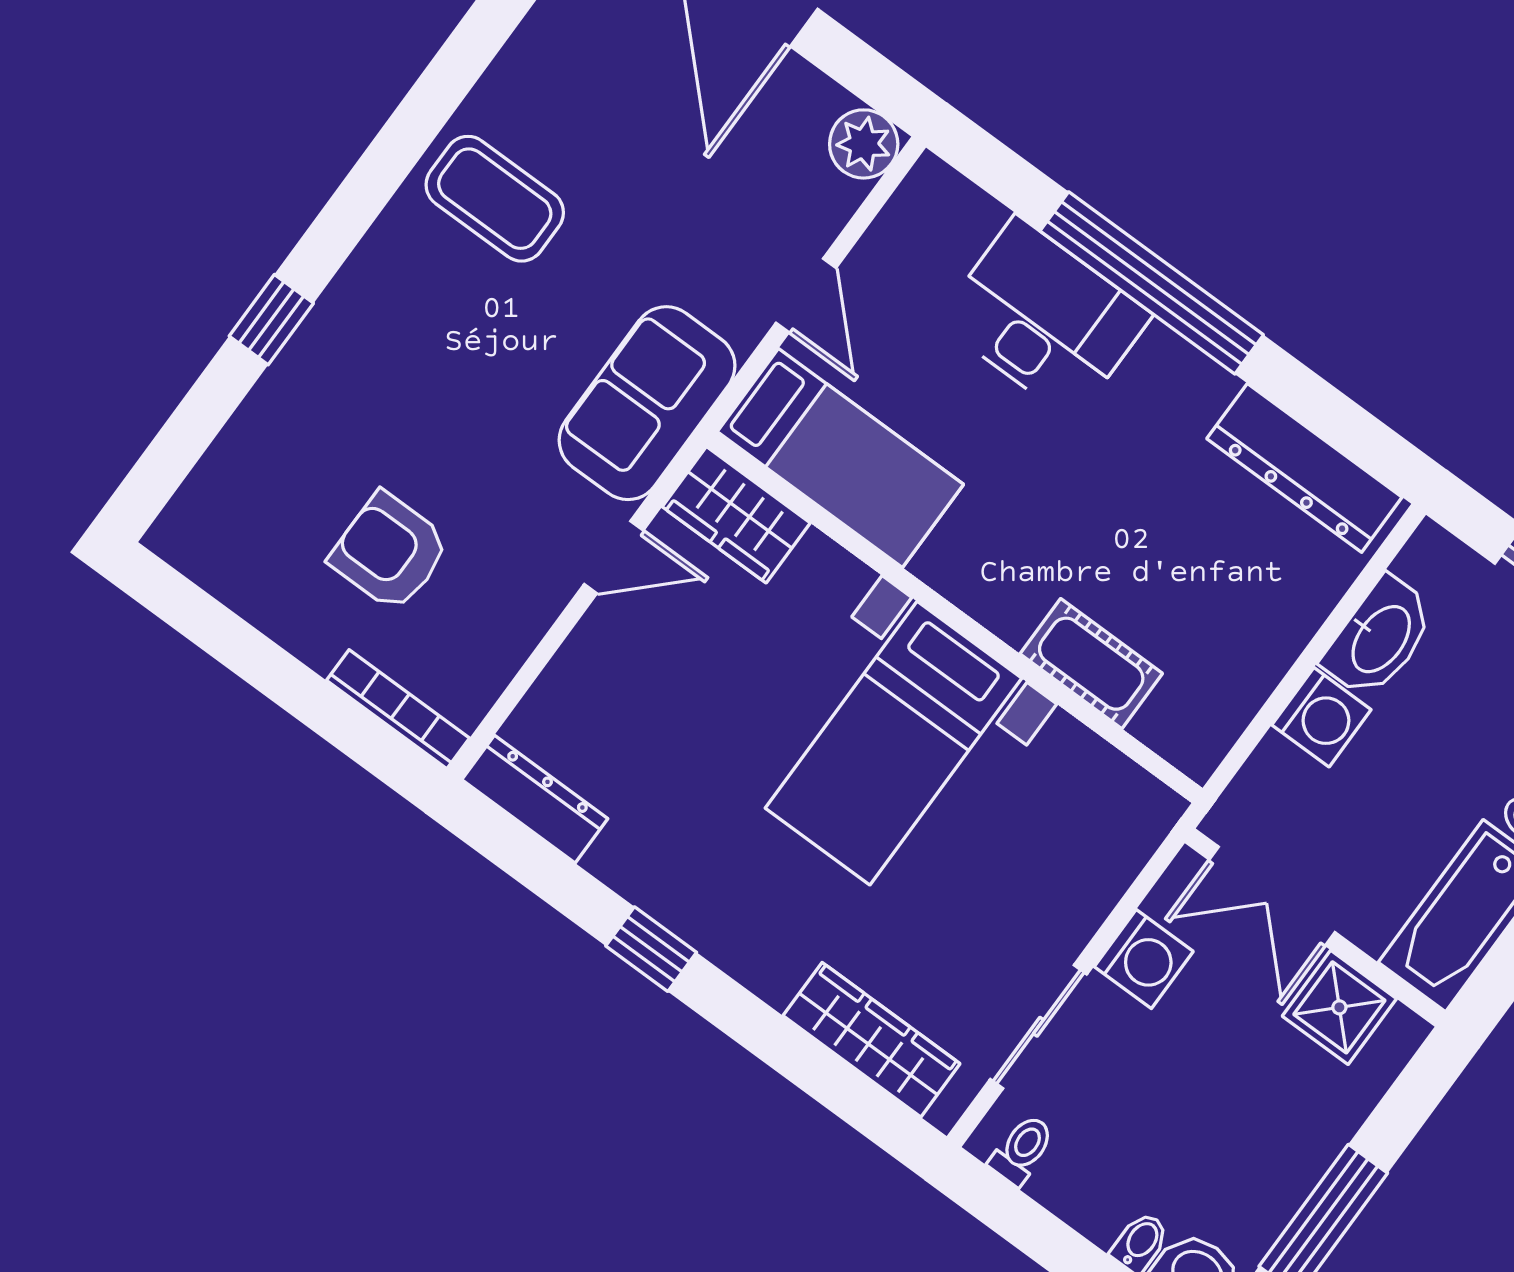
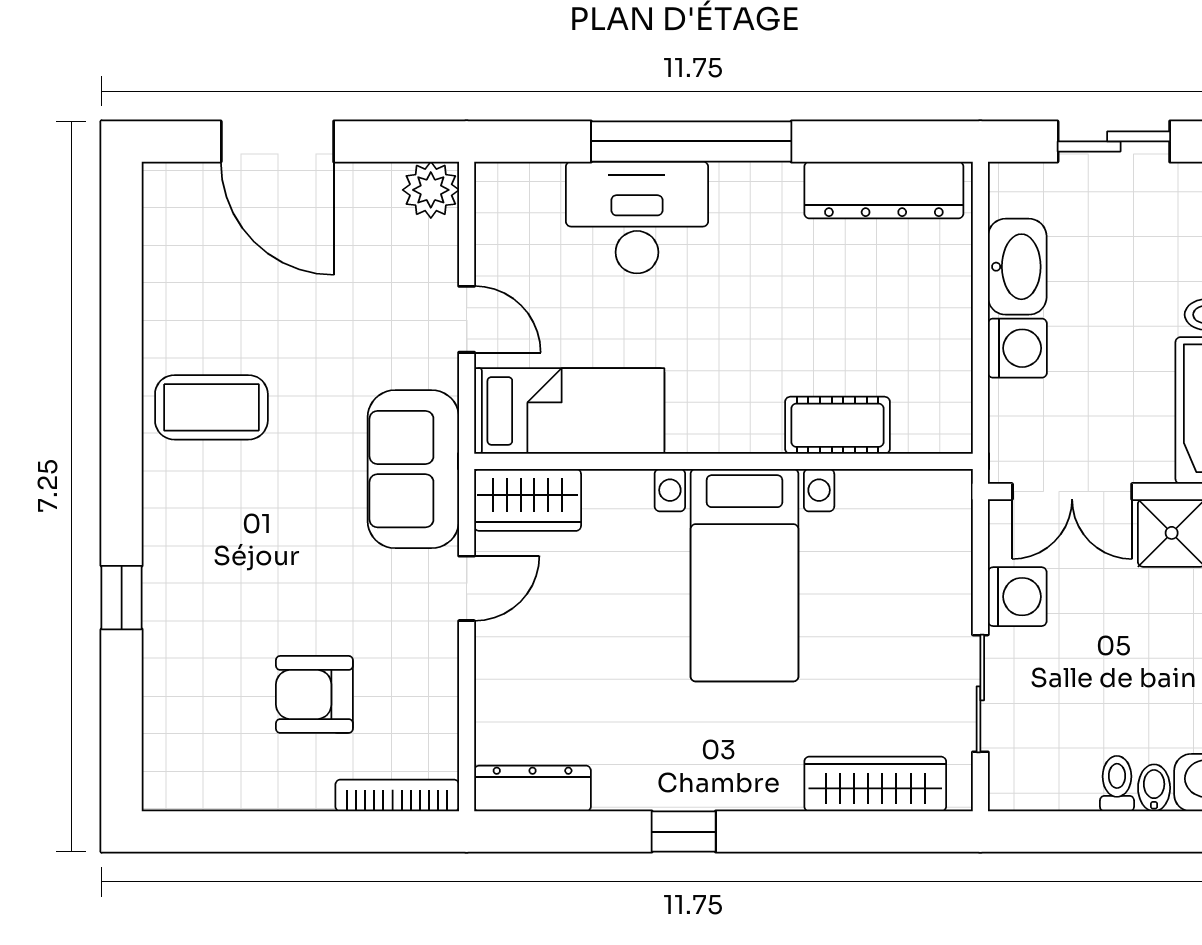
toilet: (1022, 1150) -> (1117, 784), moved

